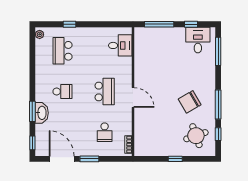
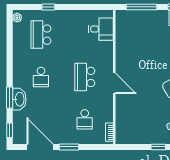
school desk: (62, 92) -> (41, 77), turned 90
school desk: (105, 92) -> (85, 77), turned 180

